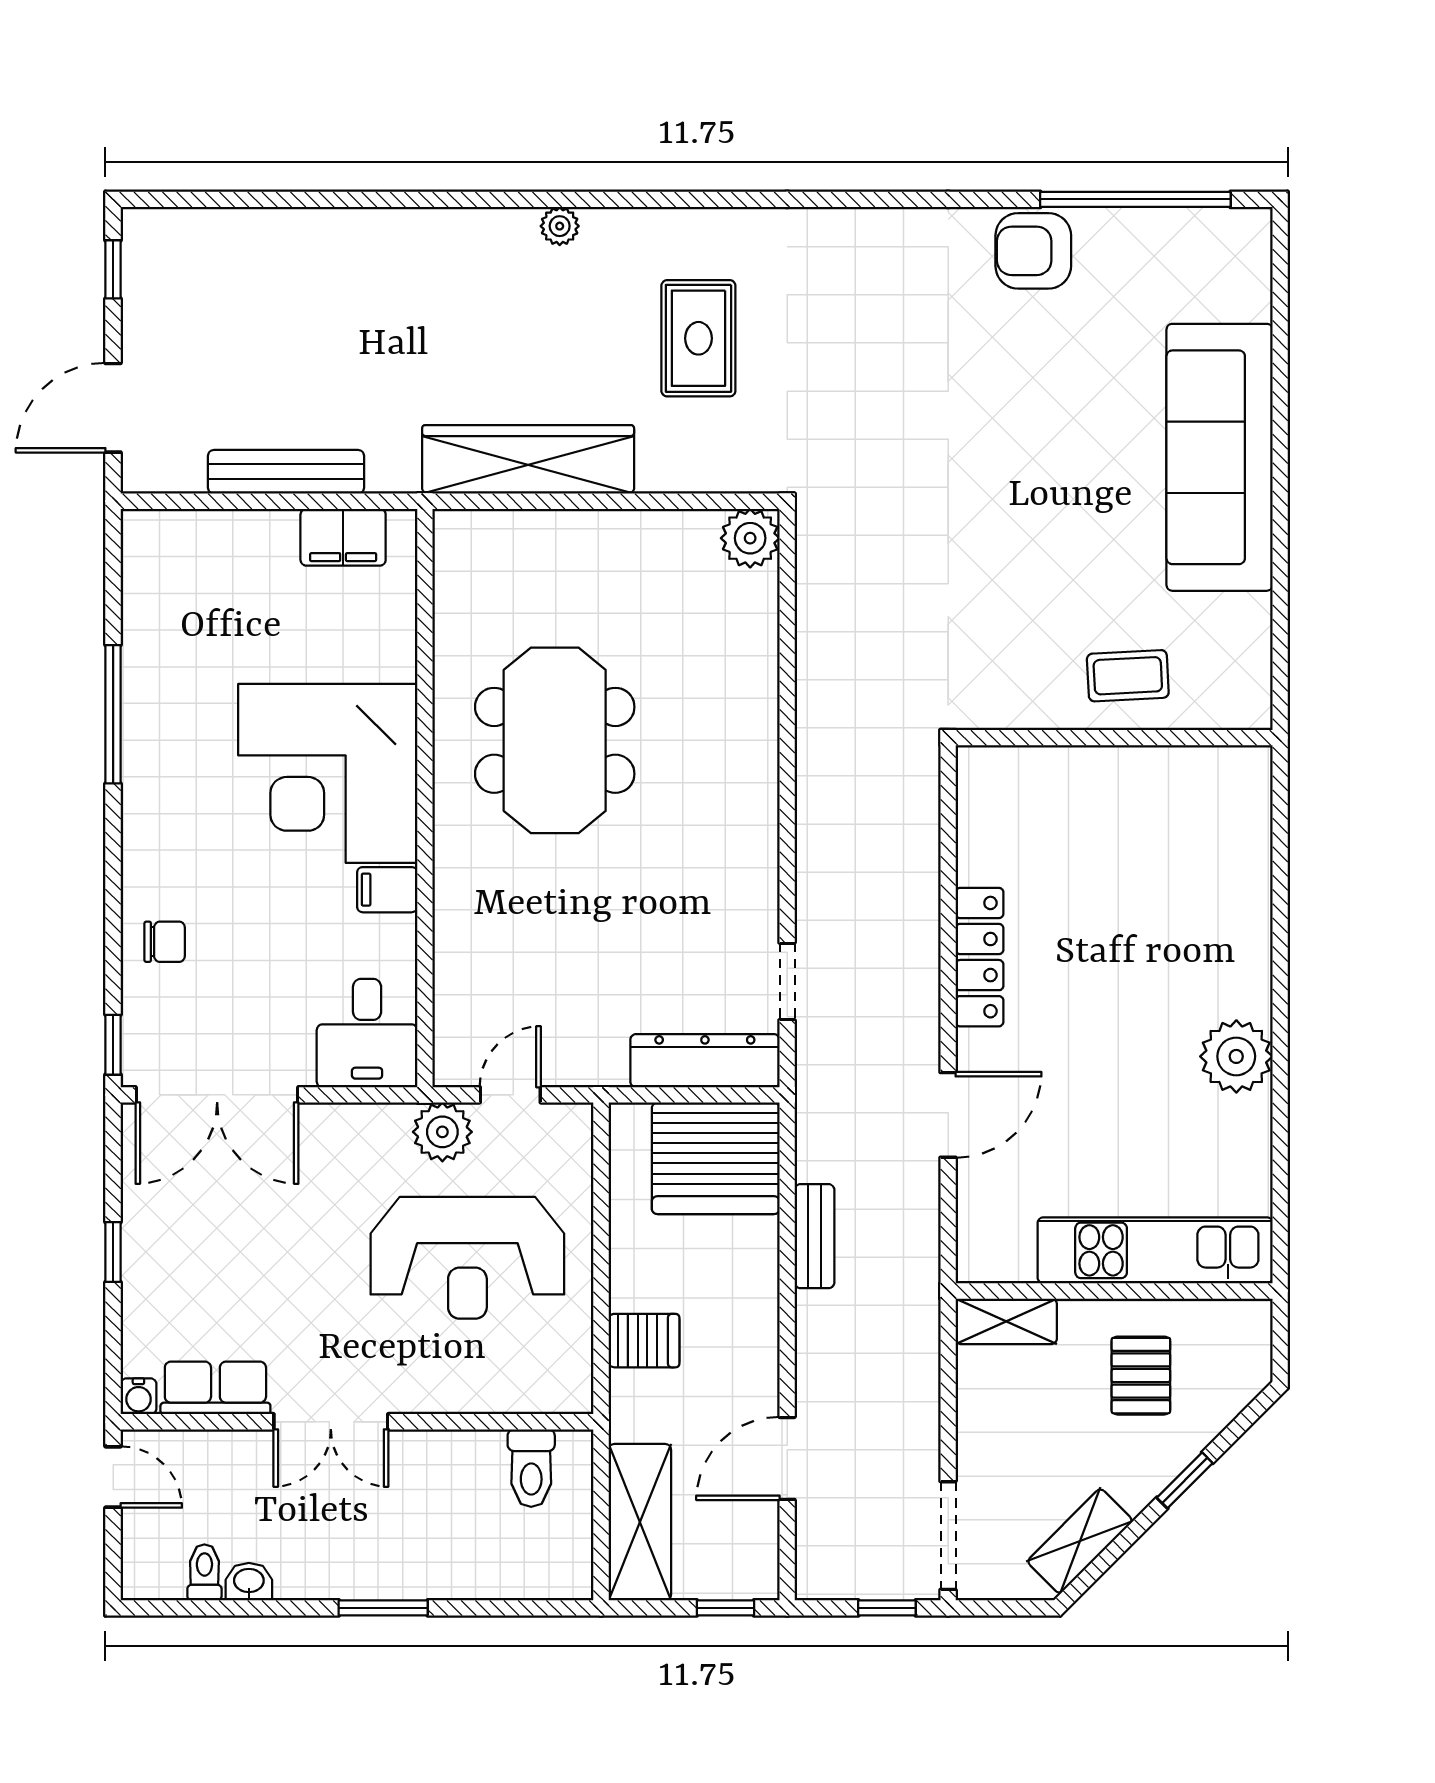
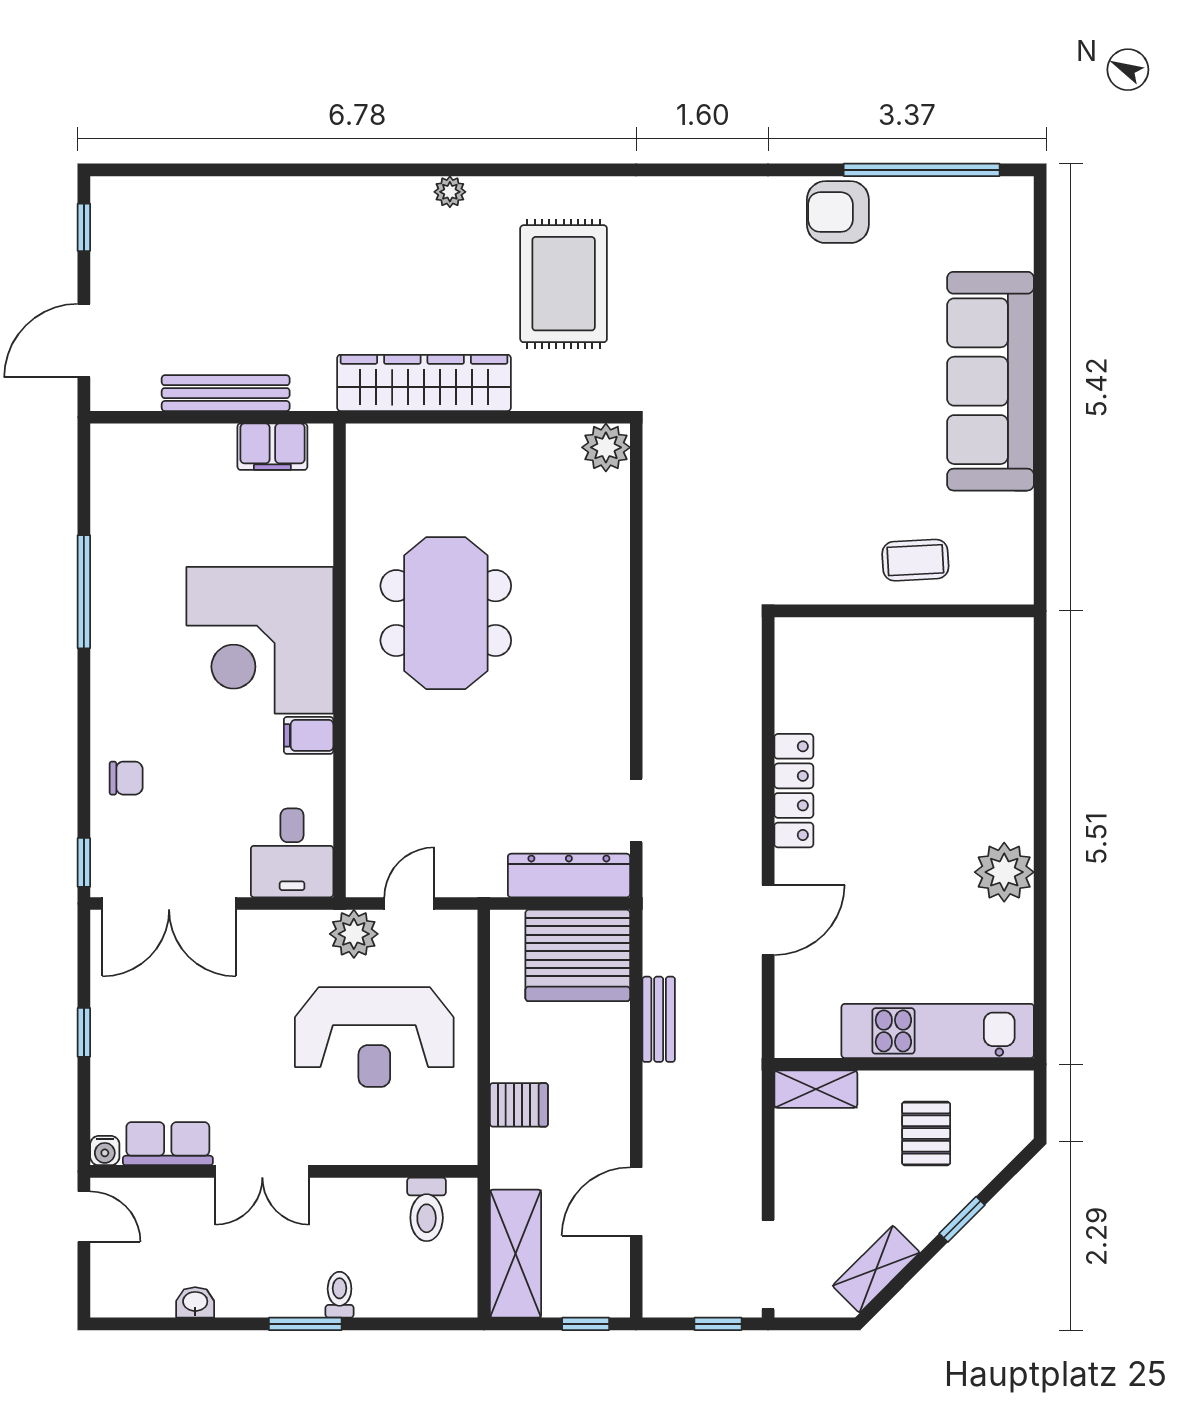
rug: (698, 338) -> (564, 284), width x1.36, depth x1.43
toilet: (204, 1572) -> (340, 1295), moved

